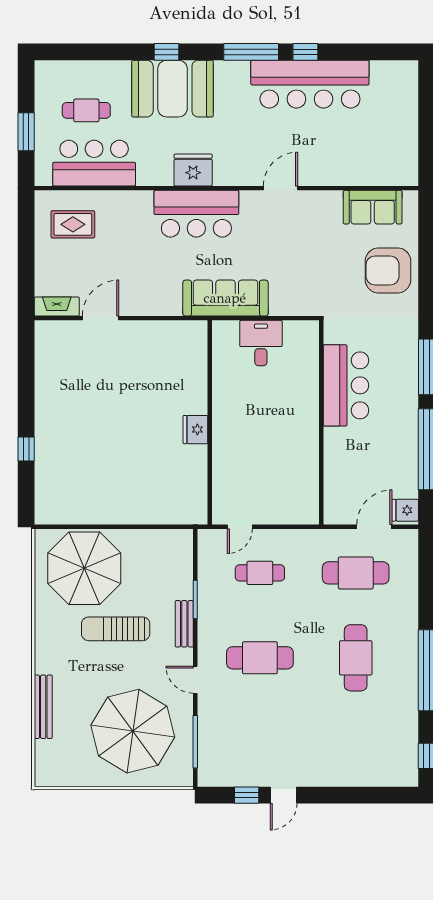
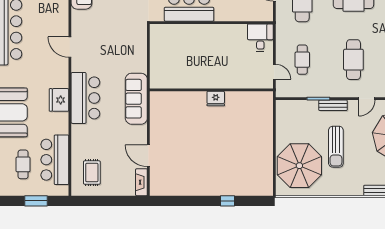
sofa: (225, 298) -> (136, 99), moved
desk: (261, 343) -> (260, 38), moved, turned 90

